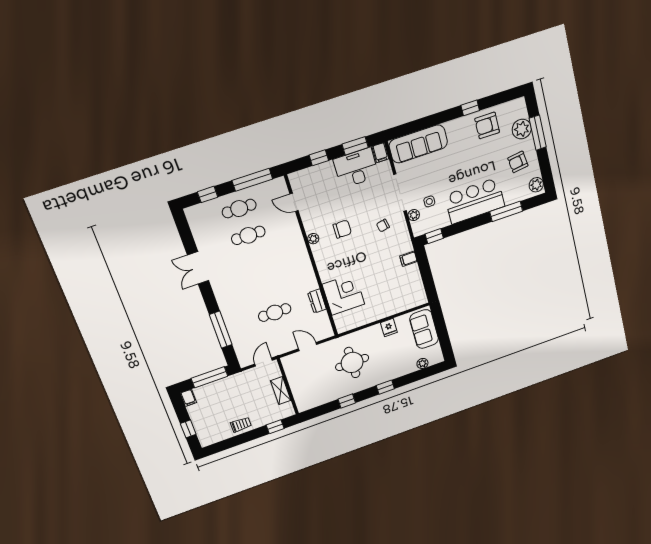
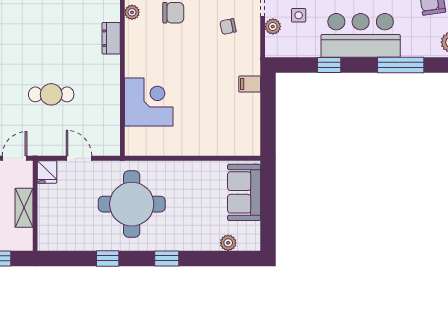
window: (434, 236) -> (329, 65), moved
dresser: (317, 301) -> (111, 38), moved
fridge: (389, 327) -> (47, 172), moved
round table: (352, 362) -> (132, 204), width x1.36, depth x1.36

